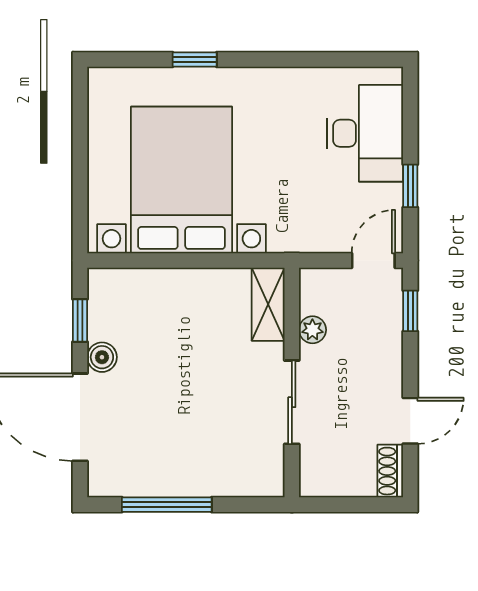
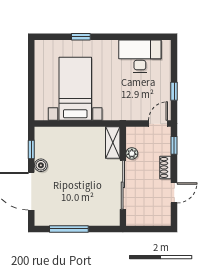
desk: (365, 133) -> (140, 56), moved, turned -90
bed with nightstands: (181, 180) -> (75, 89), width x0.73
sliding door: (292, 402) -> (123, 185), width x1.37
shoe rack: (390, 471) -> (165, 167), moved

